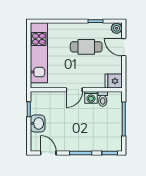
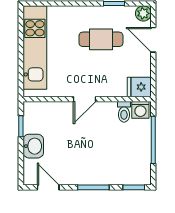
washing machine: (91, 97) -> (140, 110), moved

